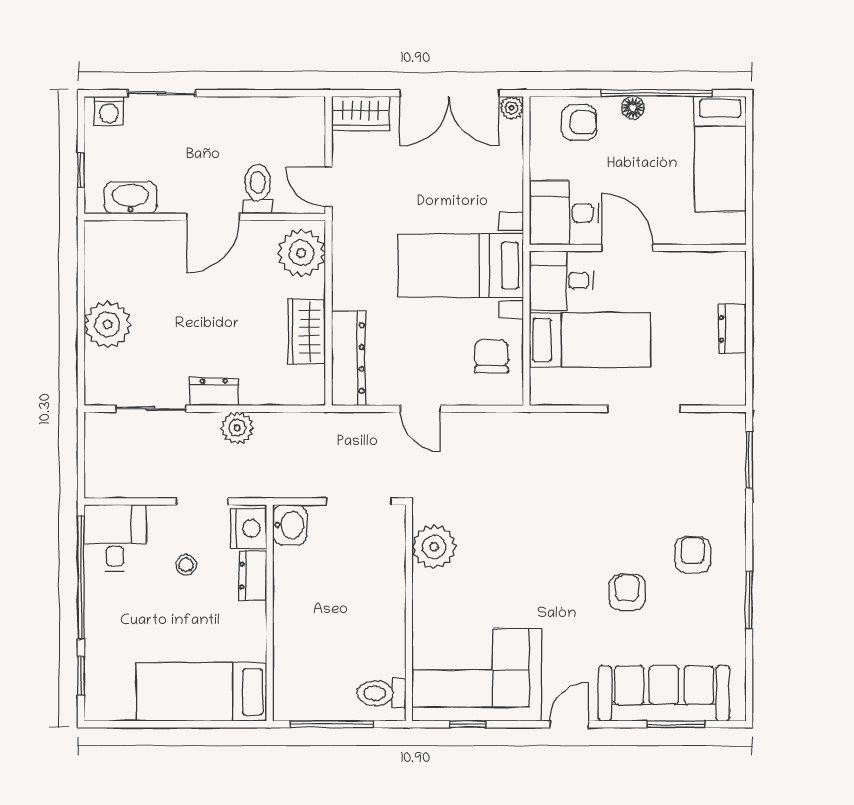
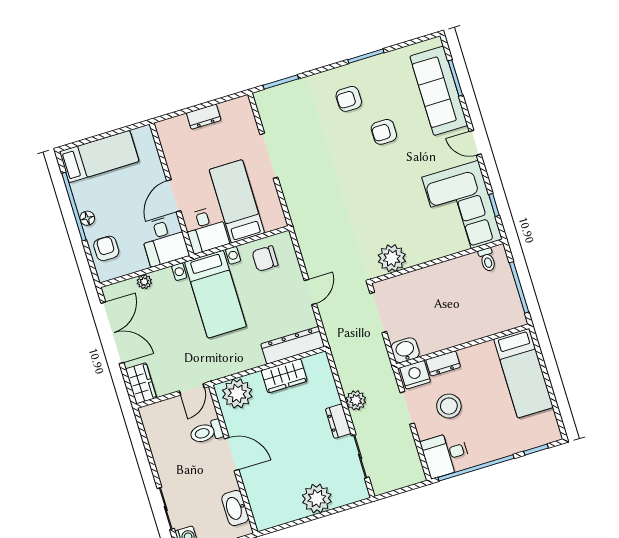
plant: (512, 108) -> (144, 282), moved
stool: (186, 565) -> (449, 406), width x1.89, depth x1.89
toilet: (381, 693) -> (487, 260), width x0.73, depth x0.72

